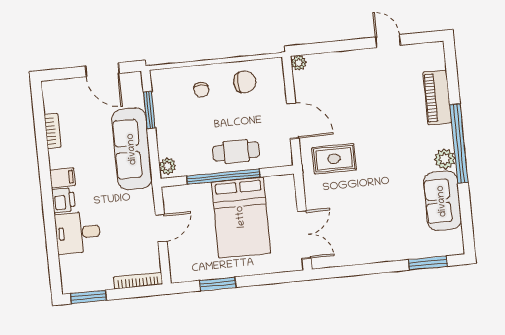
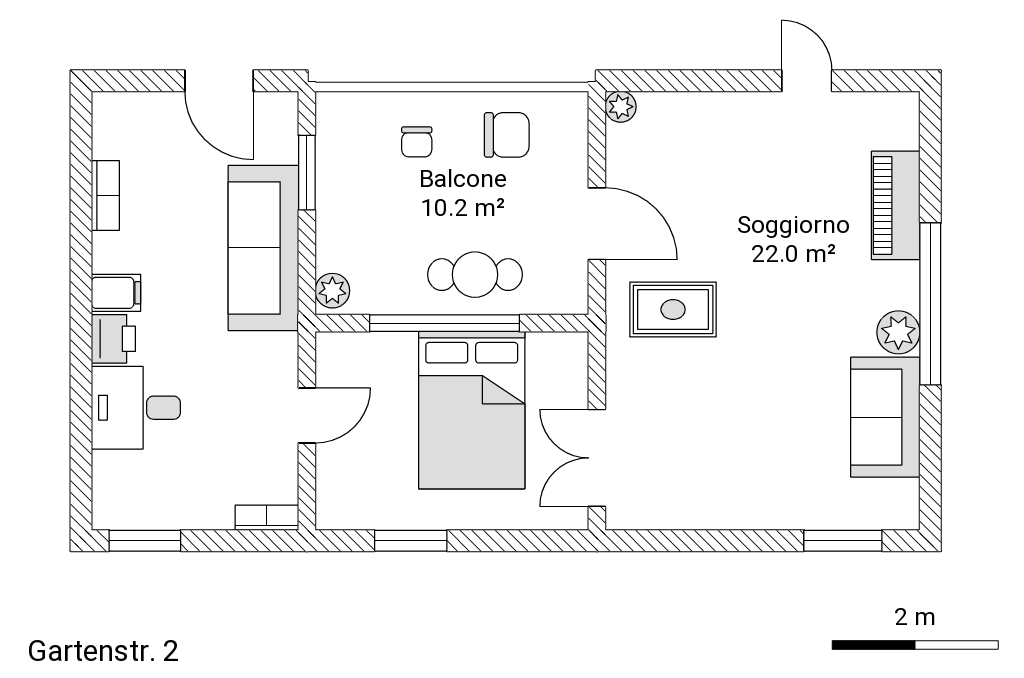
double door: (304, 235) -> (597, 458), swing flipped
bookcase: (138, 281) -> (267, 518), width x0.64

